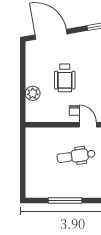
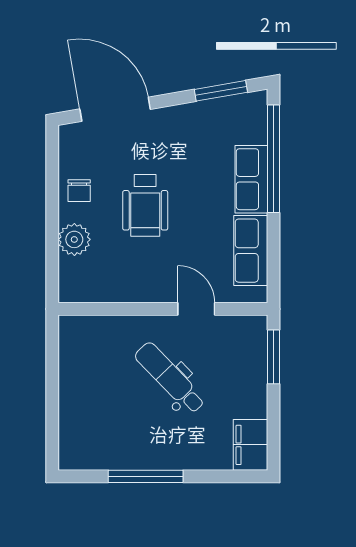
chair: (74, 110) -> (79, 191), moved
dental chair: (76, 156) -> (170, 378), turned 54

